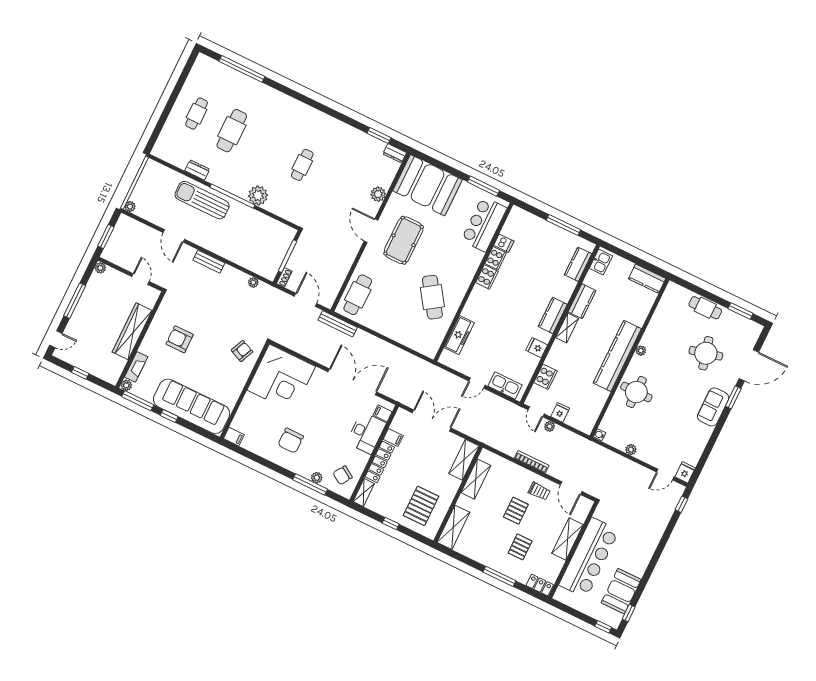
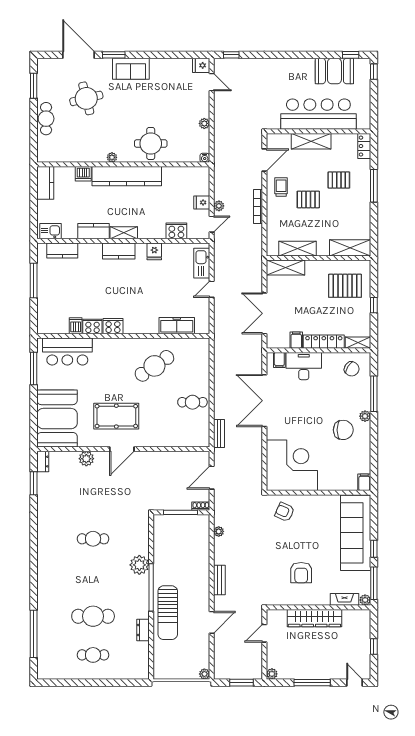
cafe table: (358, 295) -> (192, 402), moved, width x0.73, depth x0.74
dishwasher: (639, 317) -> (83, 174), added
bench: (338, 324) -> (219, 434), width x0.73
door: (477, 383) -> (212, 289), swing flipped
plant: (317, 478) -> (365, 416), moved

